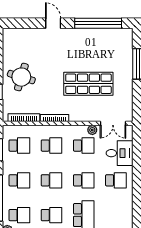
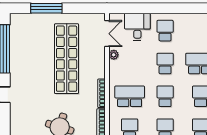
shop shelf: (88, 84) -> (67, 59), width x1.40
school desk: (52, 146) -> (130, 96), width x1.85
school desk: (84, 146) -> (130, 63), removed

